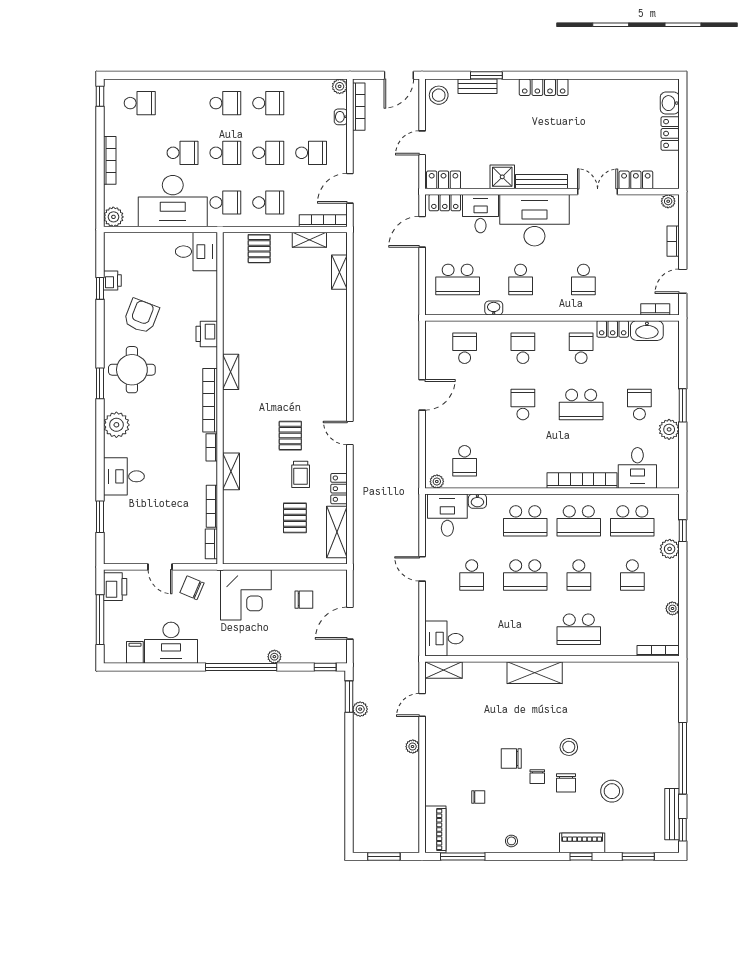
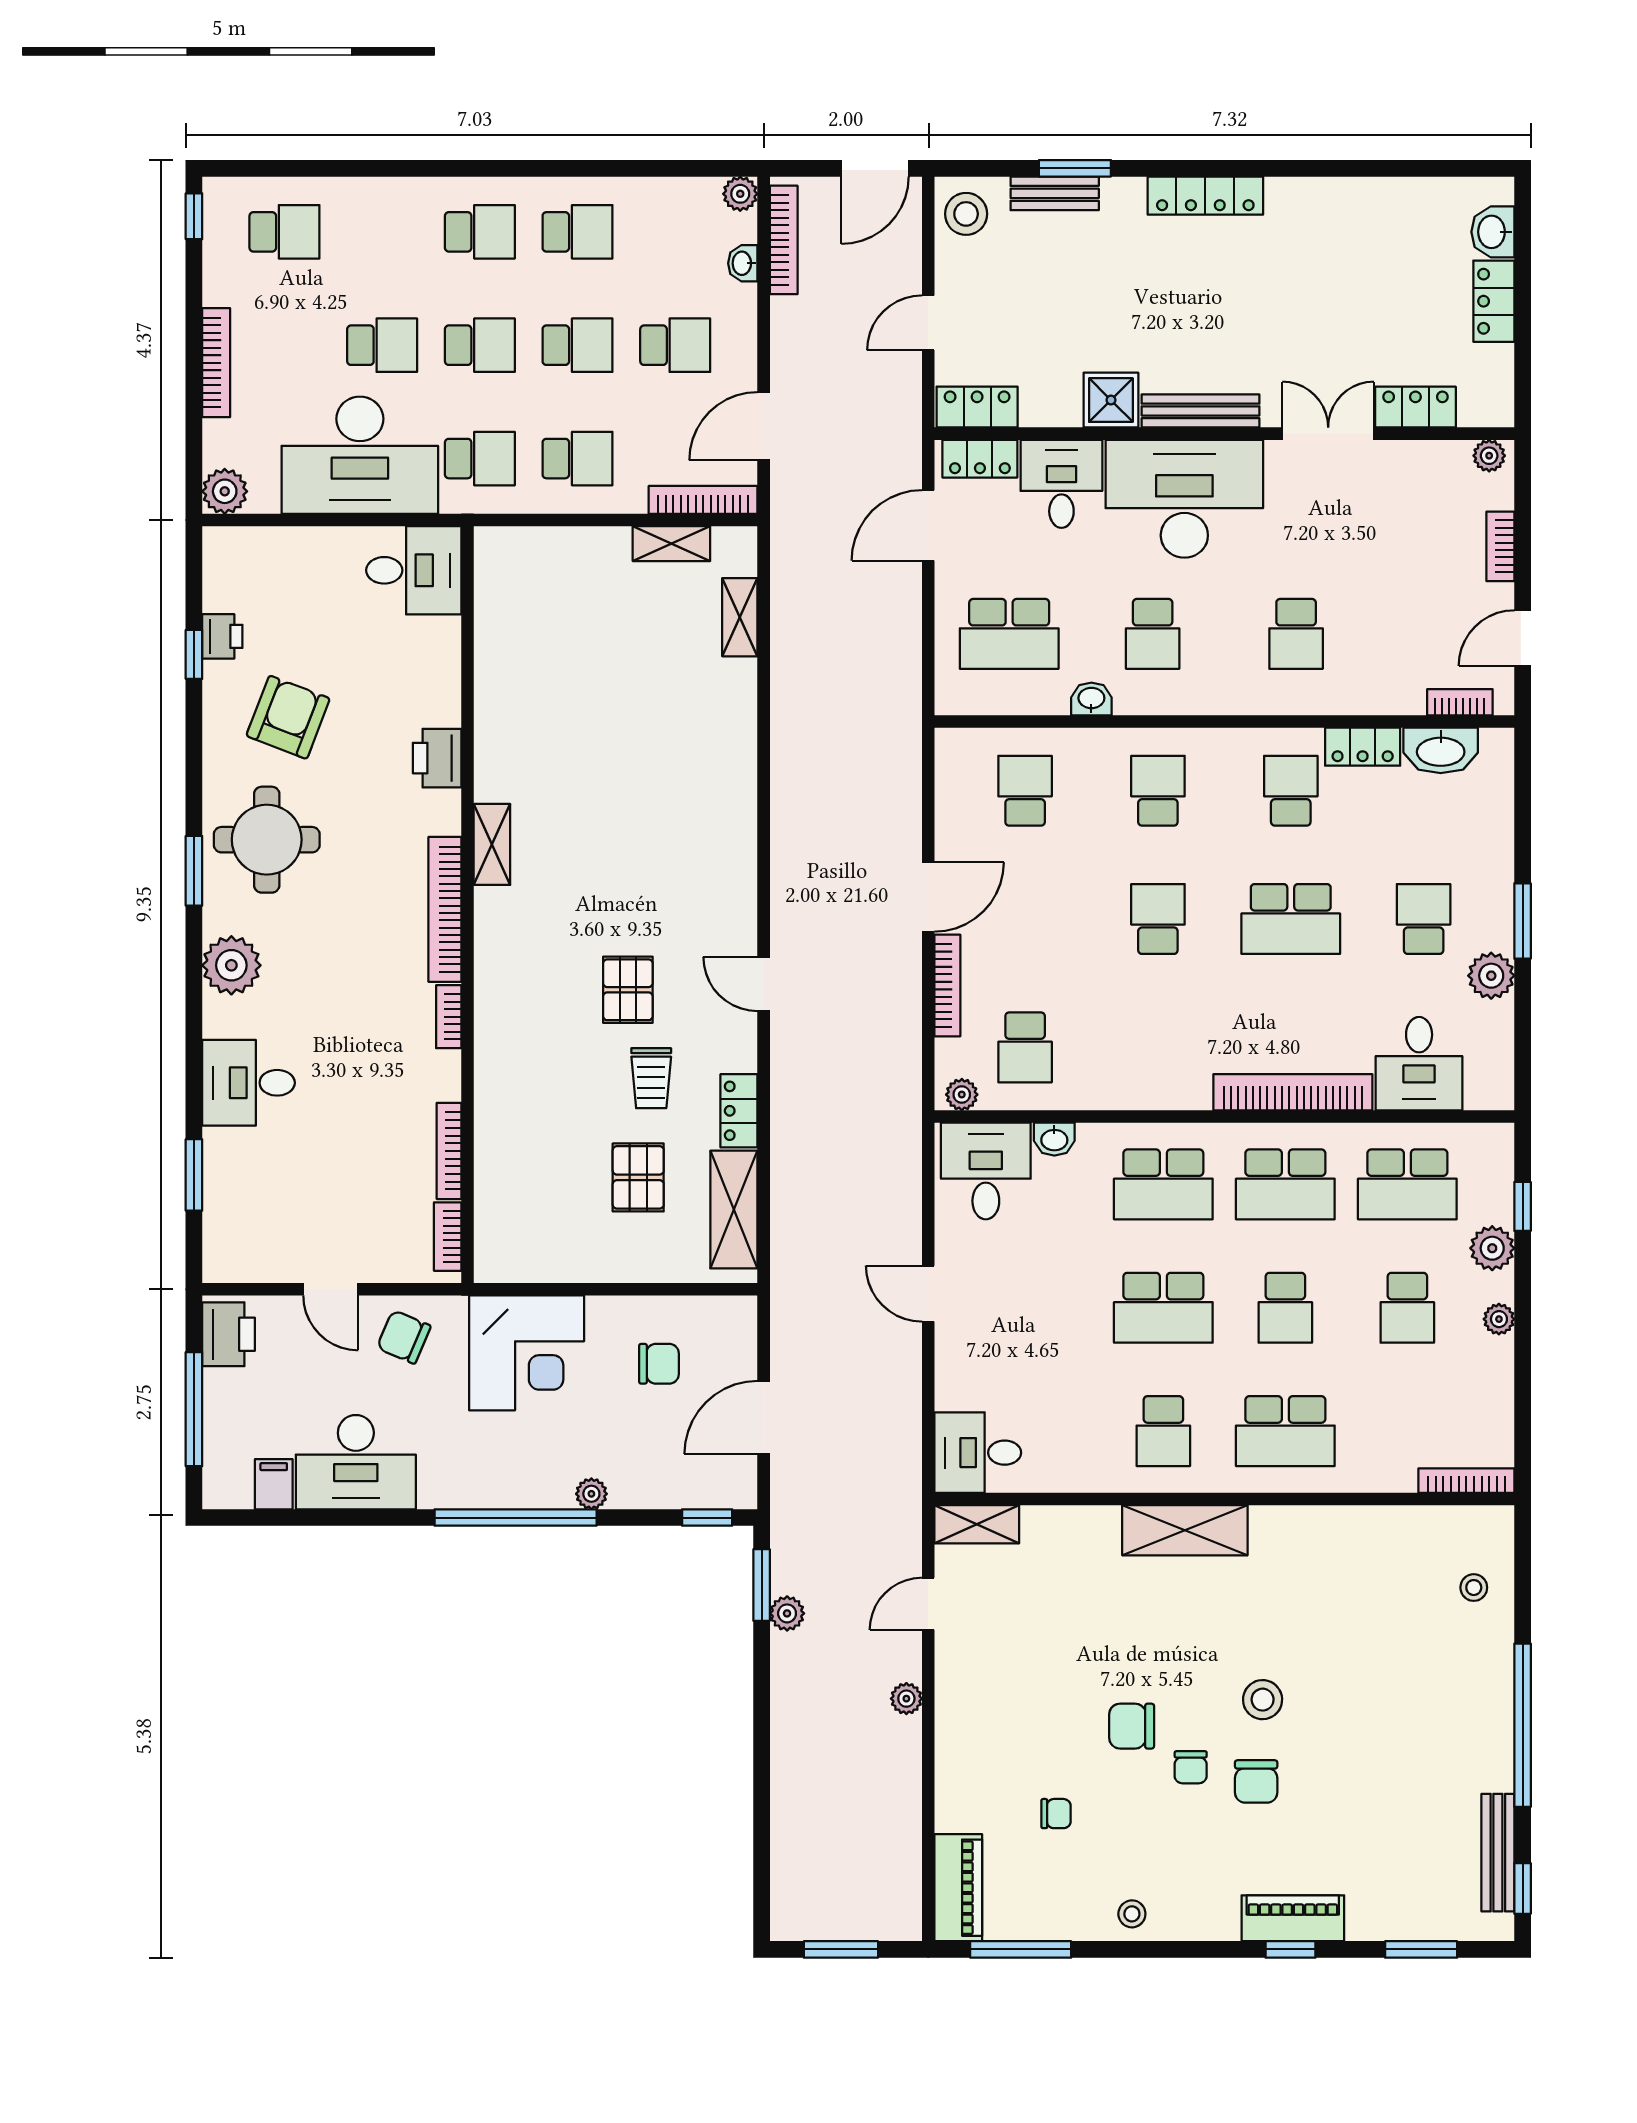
pallet: (259, 249) -> (557, 564), removed
bookcase: (430, 434) -> (947, 986), added
shelving: (231, 471) -> (493, 1072), removed
school desk: (472, 575) -> (1163, 1431), moved
plant: (672, 608) -> (1499, 1319), moved
stool: (612, 791) -> (1474, 1588), moved, width x0.53, depth x0.53

